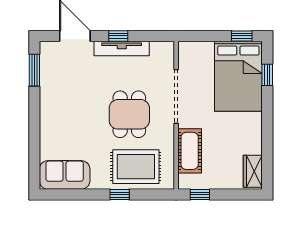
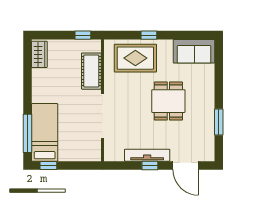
window: (34, 70) -> (219, 122), moved
window: (267, 75) -> (28, 133), width x2.17
bed: (238, 76) -> (45, 132), width x0.67
dining table: (129, 114) -> (168, 101), moved

